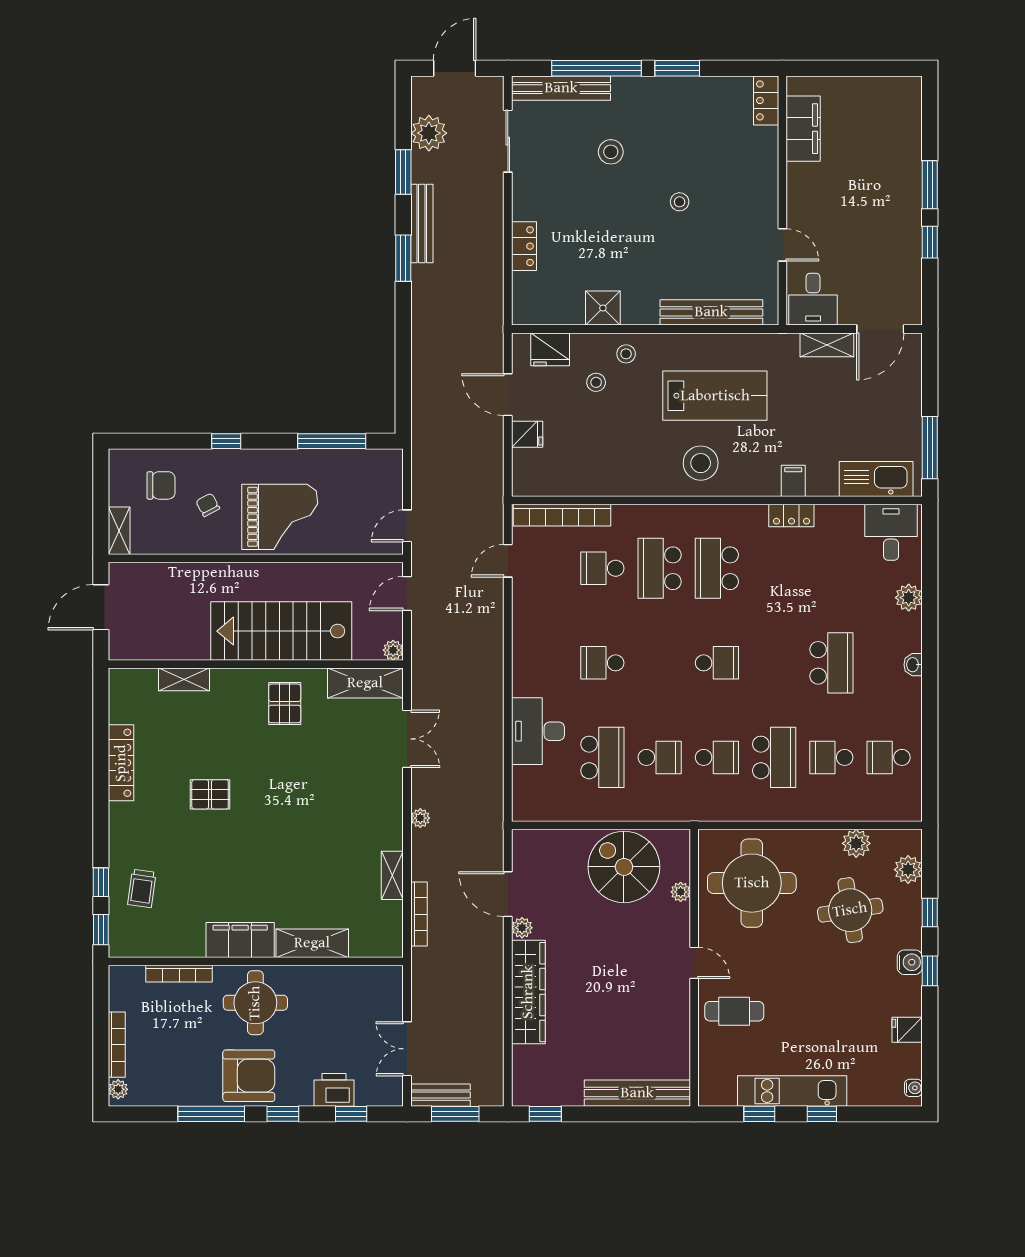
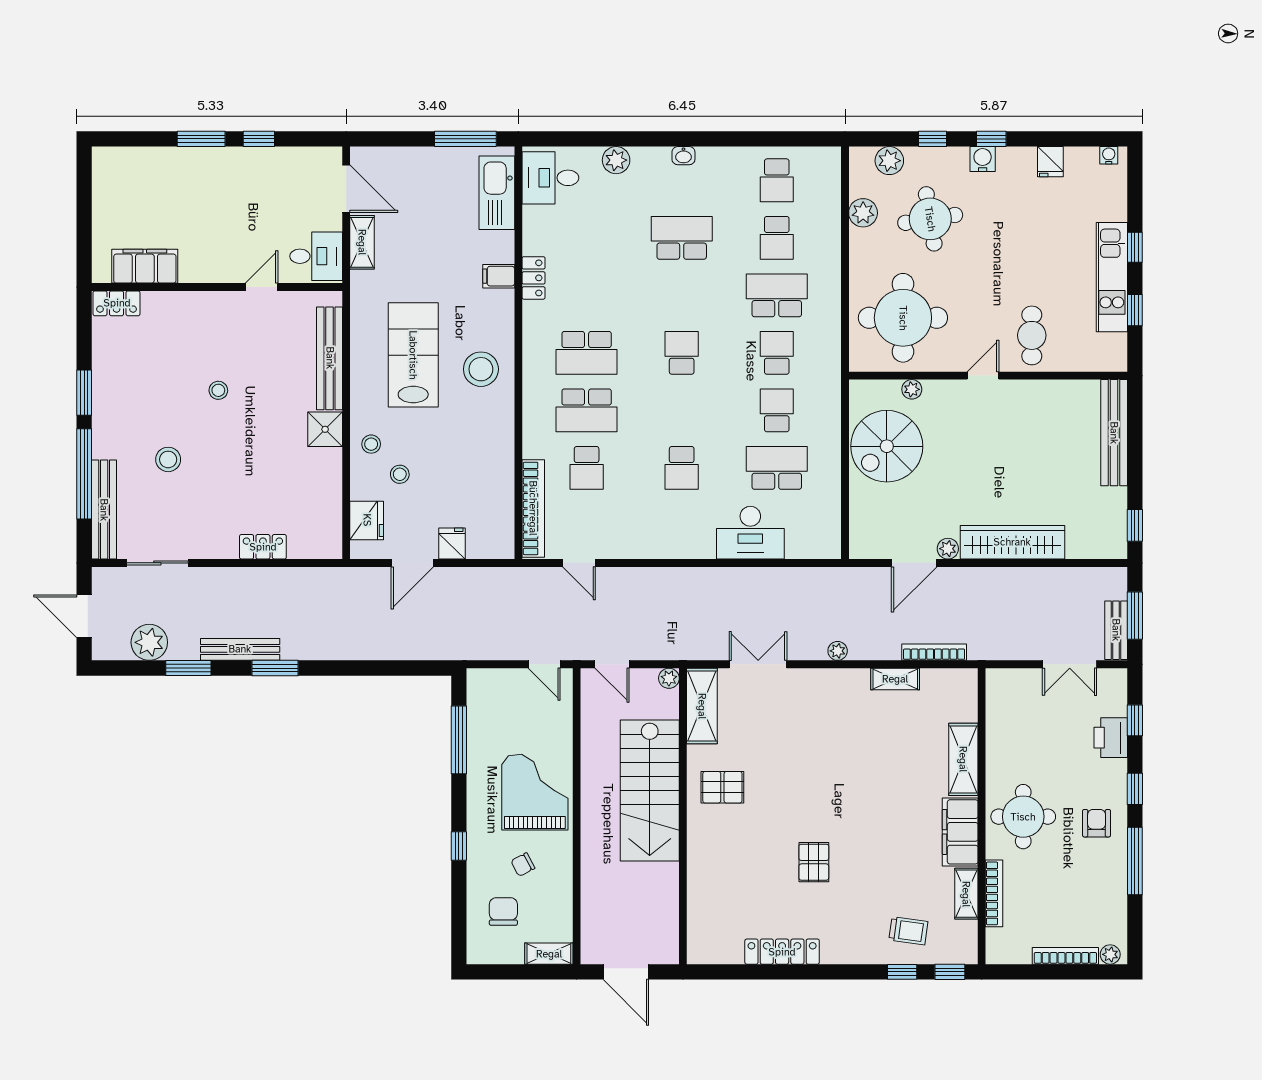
shower: (603, 308) -> (325, 429), moved
shelving: (184, 679) -> (966, 894), moved
armchair: (249, 1076) -> (1097, 823), width x0.53, depth x0.53

